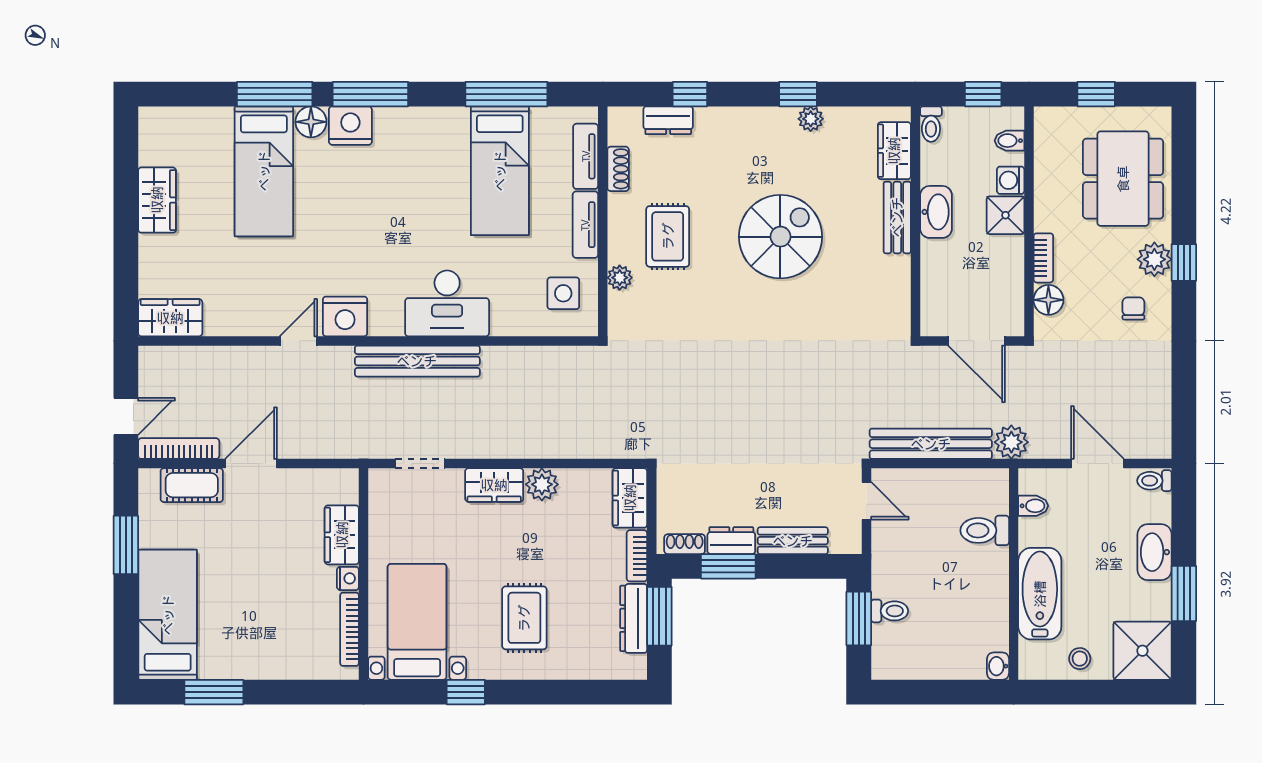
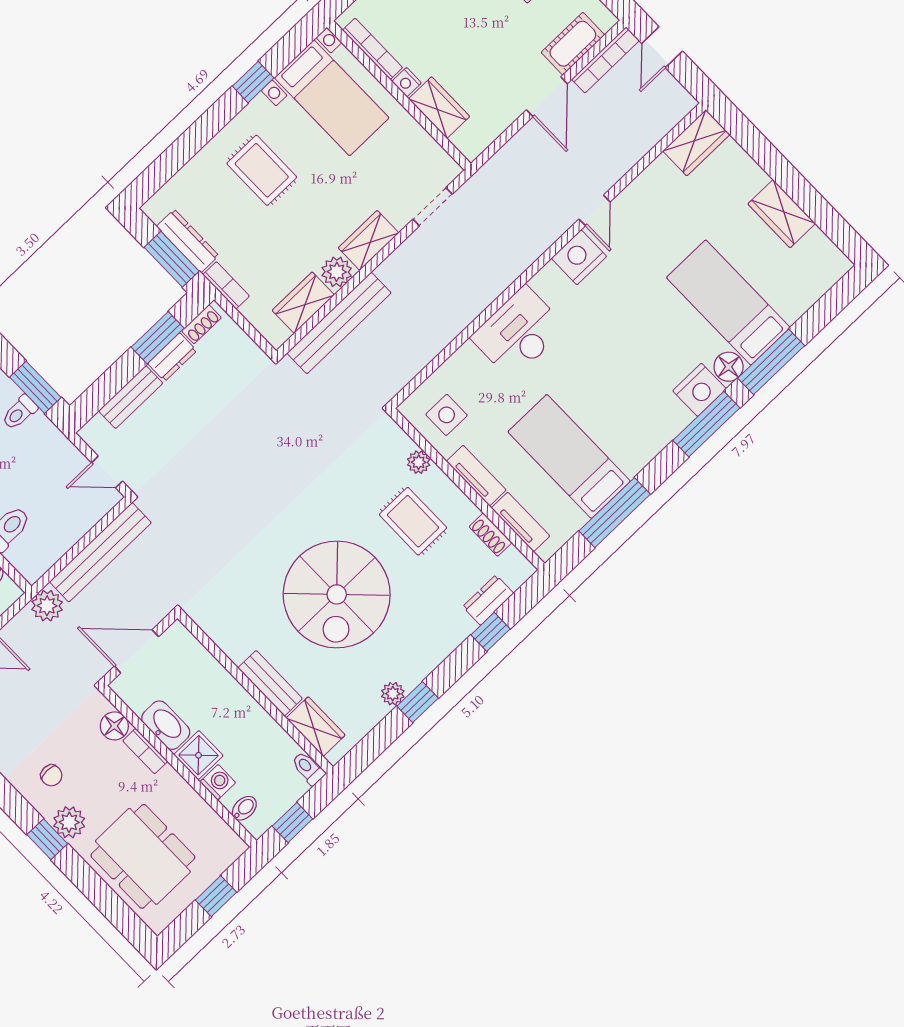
washbasin: (936, 212) -> (166, 725), moved, turned 180
spiral stairs: (780, 237) -> (337, 594), width x1.37, depth x1.37
bench: (417, 361) -> (339, 323), moved
wardrobe: (630, 498) -> (303, 303), moved, turned -90

